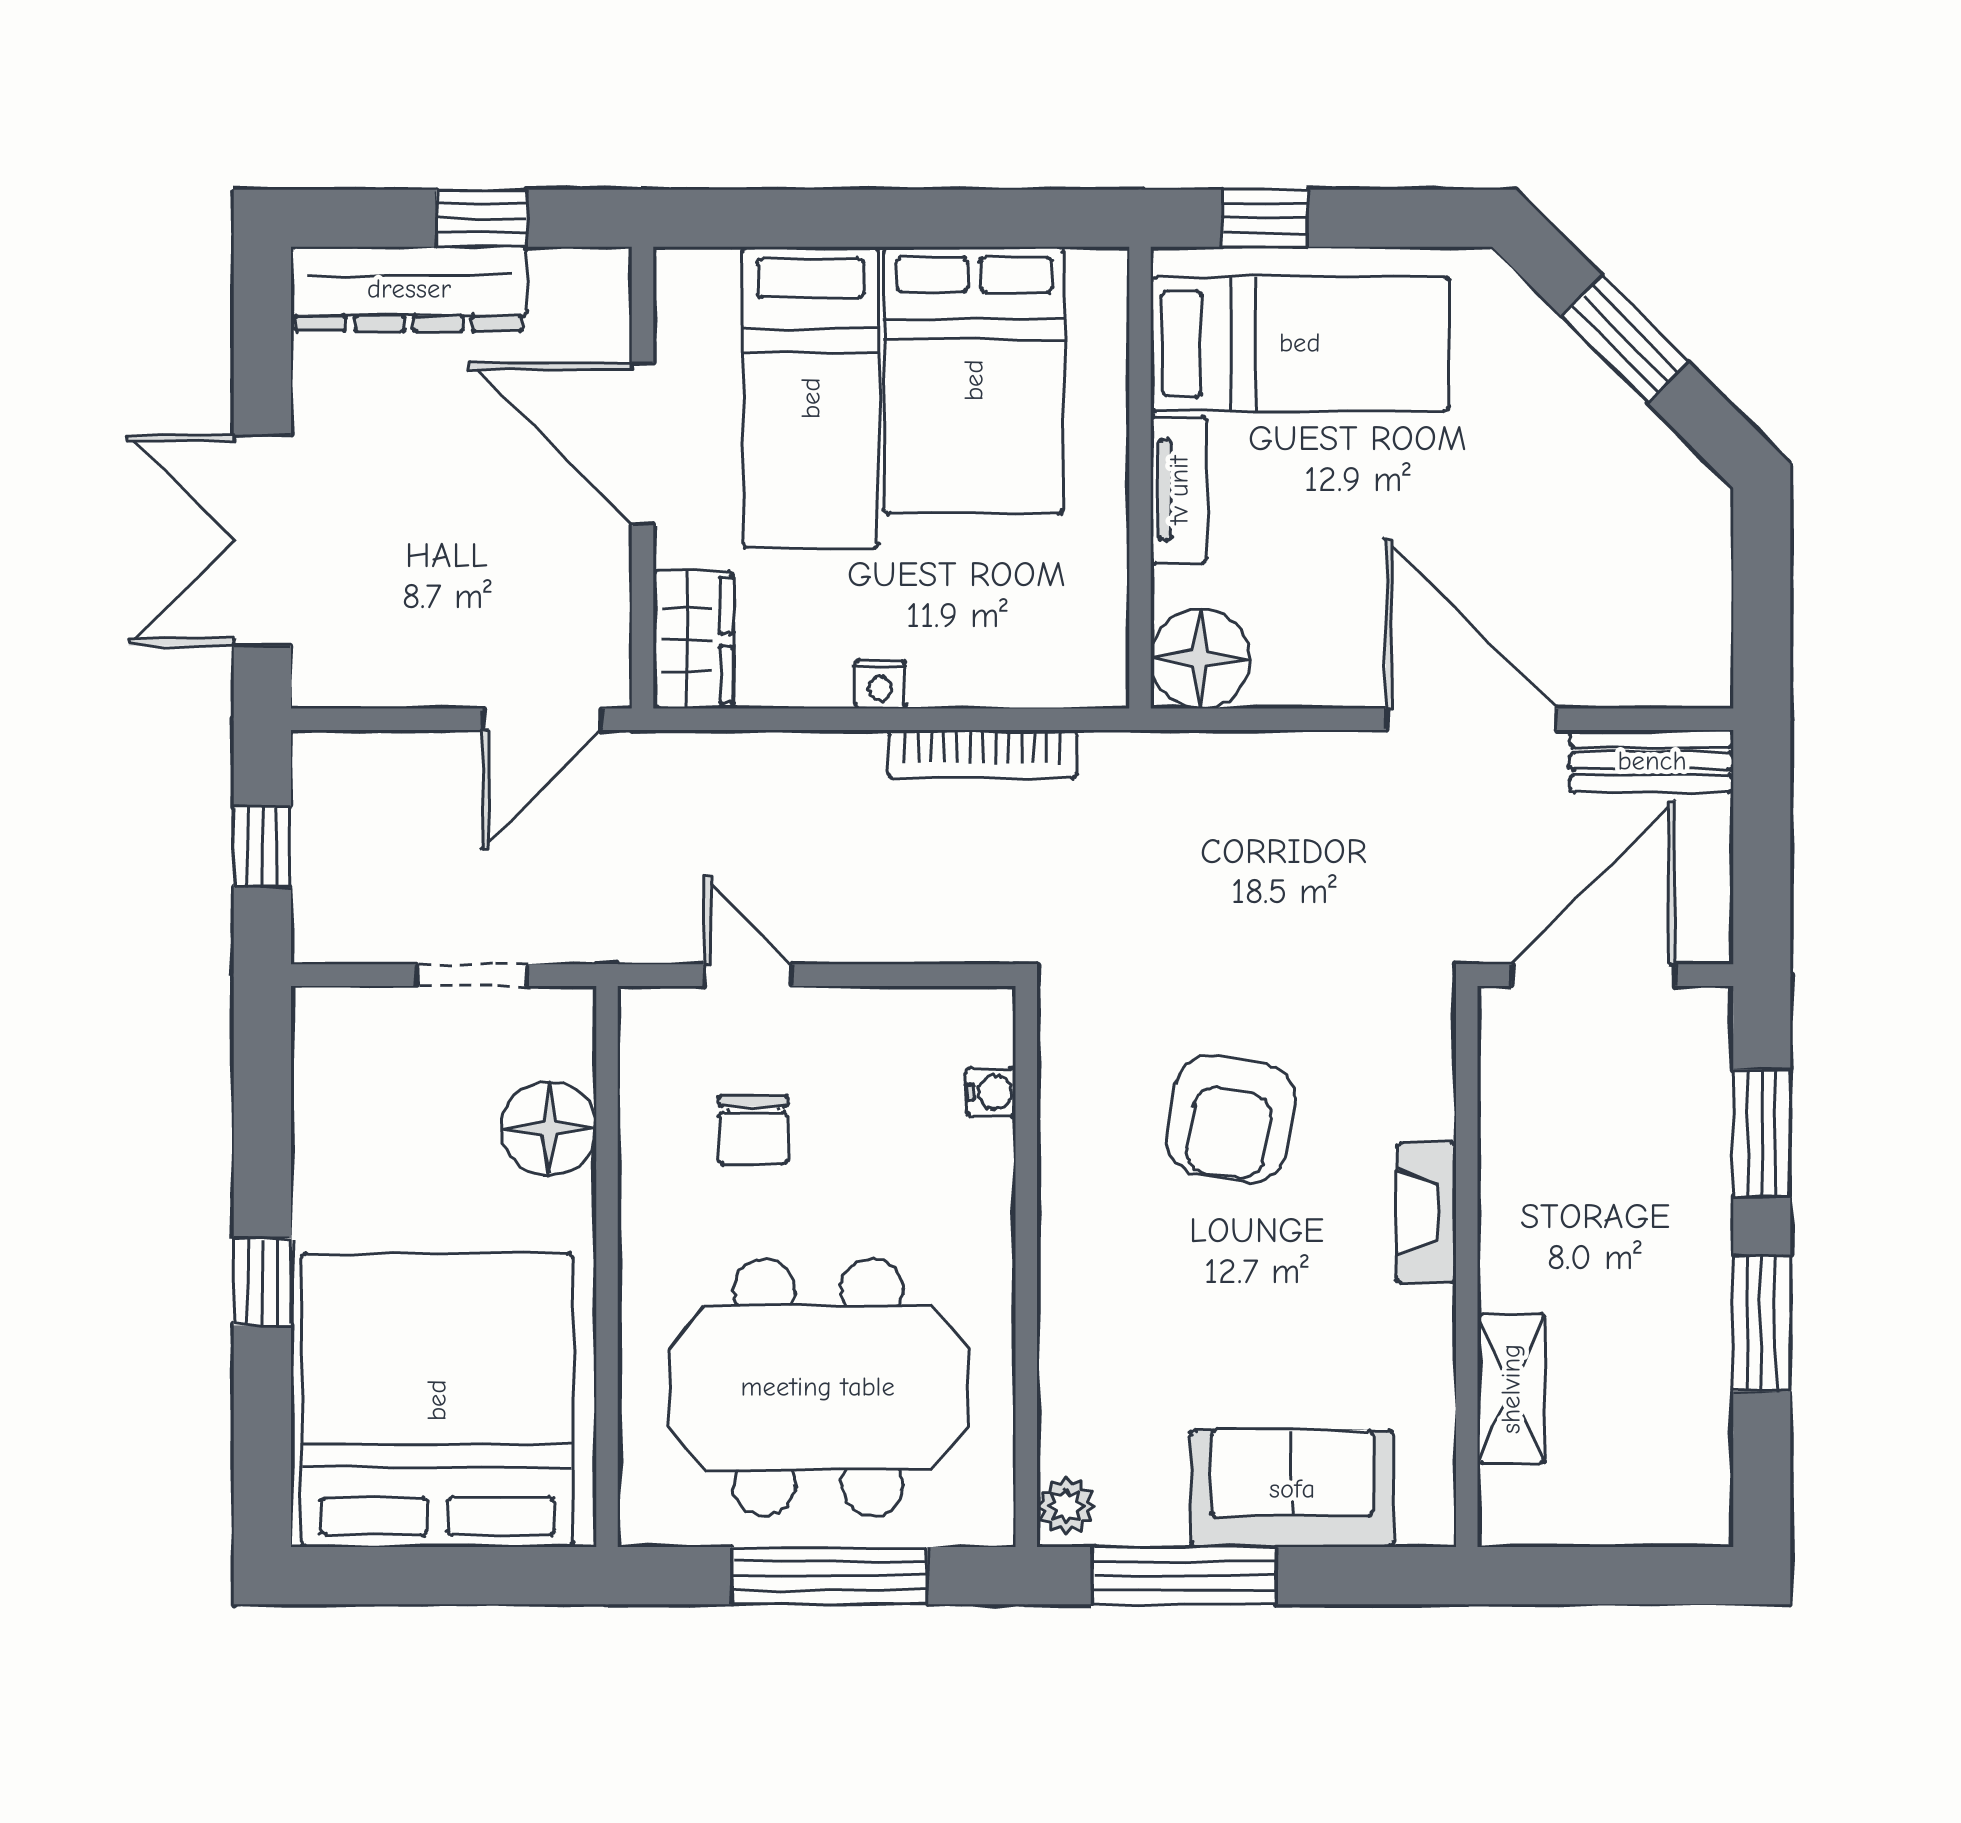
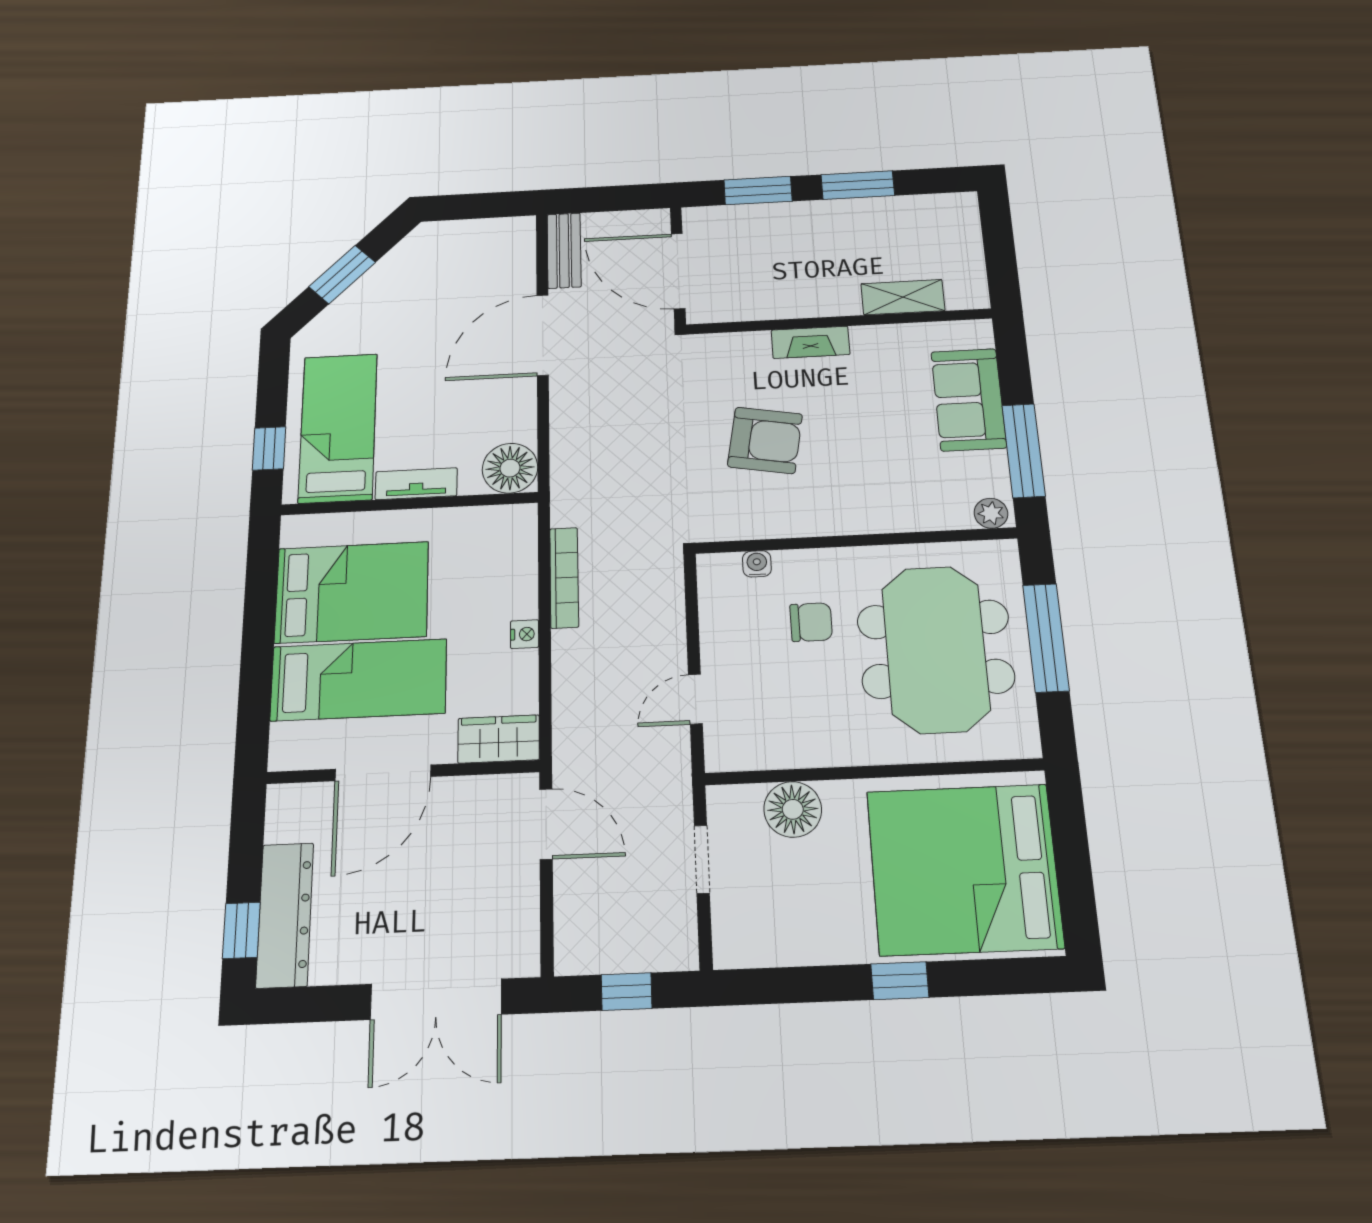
window: (481, 218) -> (241, 930), moved
chair: (753, 1130) -> (811, 622), moved

